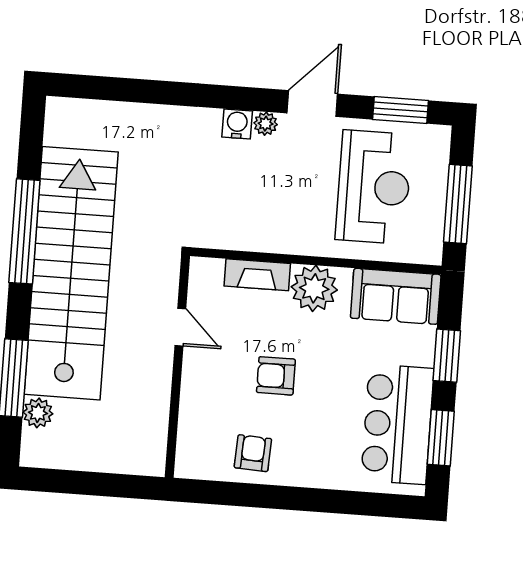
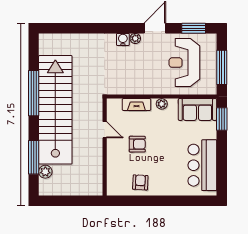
reception desk: (374, 187) -> (184, 63), turned 180
plant: (314, 288) -> (162, 104), width x0.53, depth x0.53
window: (447, 356) -> (222, 119), moved
armchair: (276, 376) -> (137, 144), moved, turned 180
window: (441, 438) -> (222, 170), removed

